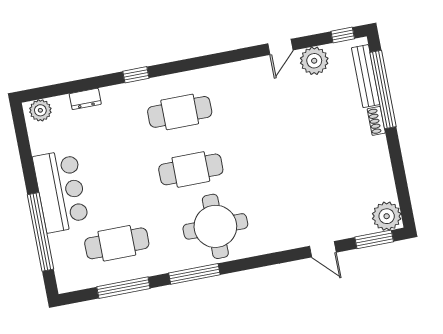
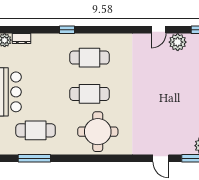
dresser: (85, 99) -> (22, 39), moved
window: (194, 274) -> (79, 158), removed

